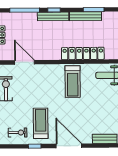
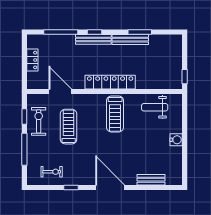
locker: (83, 53) -> (110, 82), moved
treadmill: (41, 123) -> (69, 127), moved

